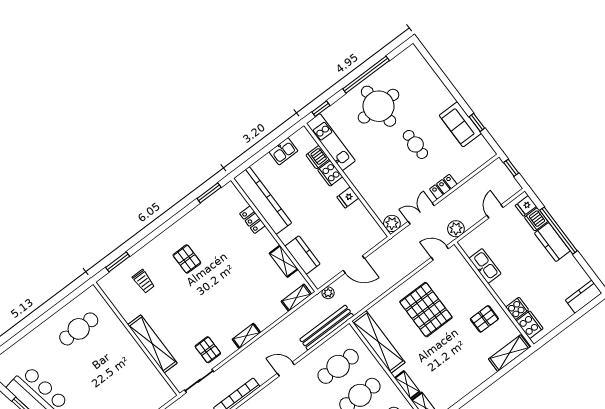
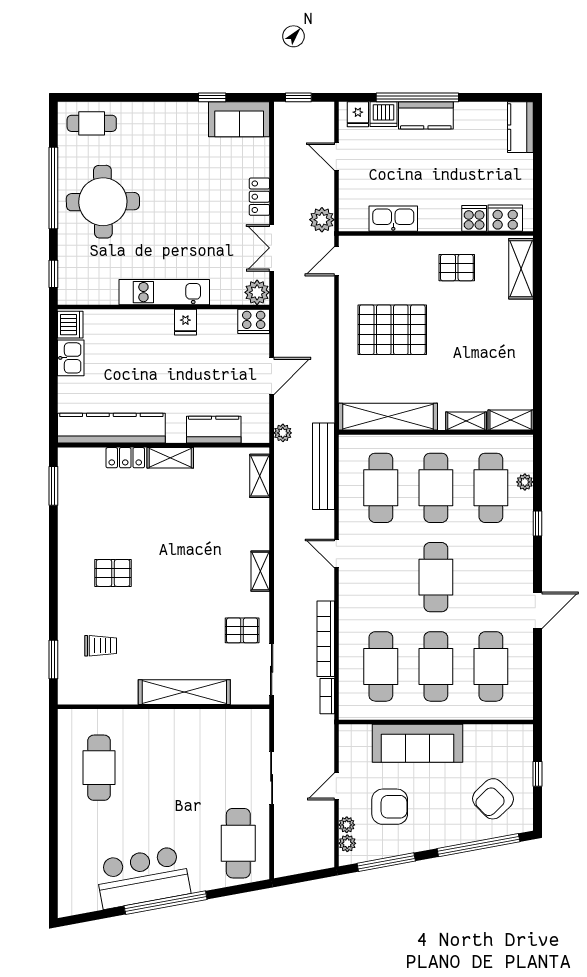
sofa: (460, 124) -> (239, 119), moved
kitchen unit: (331, 142) -> (164, 292), moved
cafe table: (415, 144) -> (92, 123), moved
dishwasher: (318, 157) -> (70, 325), moved, turned -90
cooker: (330, 173) -> (254, 321), moved
shelving: (284, 261) -> (170, 458), moved
pallet: (484, 319) -> (457, 268), turned 90
door: (286, 369) -> (336, 553), hinge flipped

